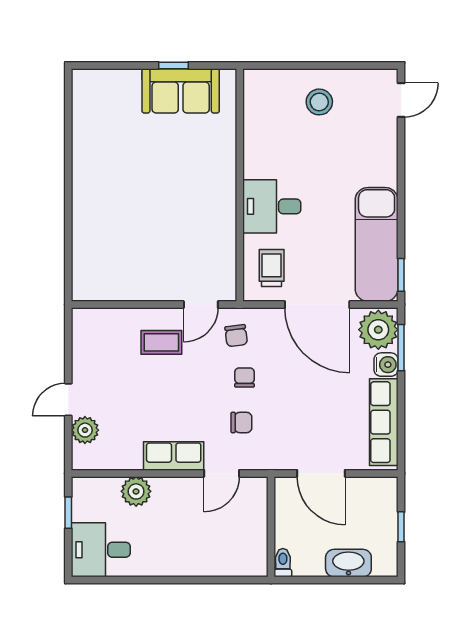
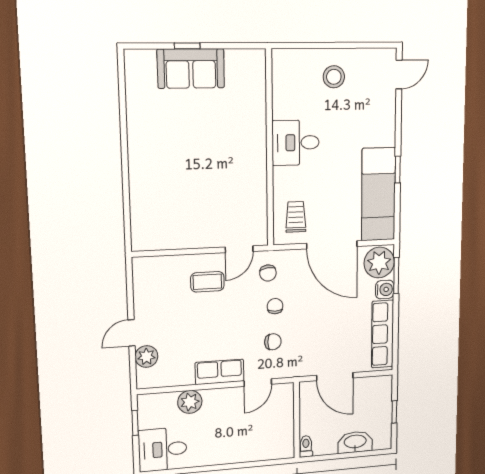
window: (173, 65) -> (187, 46), moved
sofa: (181, 91) -> (191, 68), moved
desk: (272, 206) -> (296, 143), moved
window: (401, 275) -> (398, 170), moved

